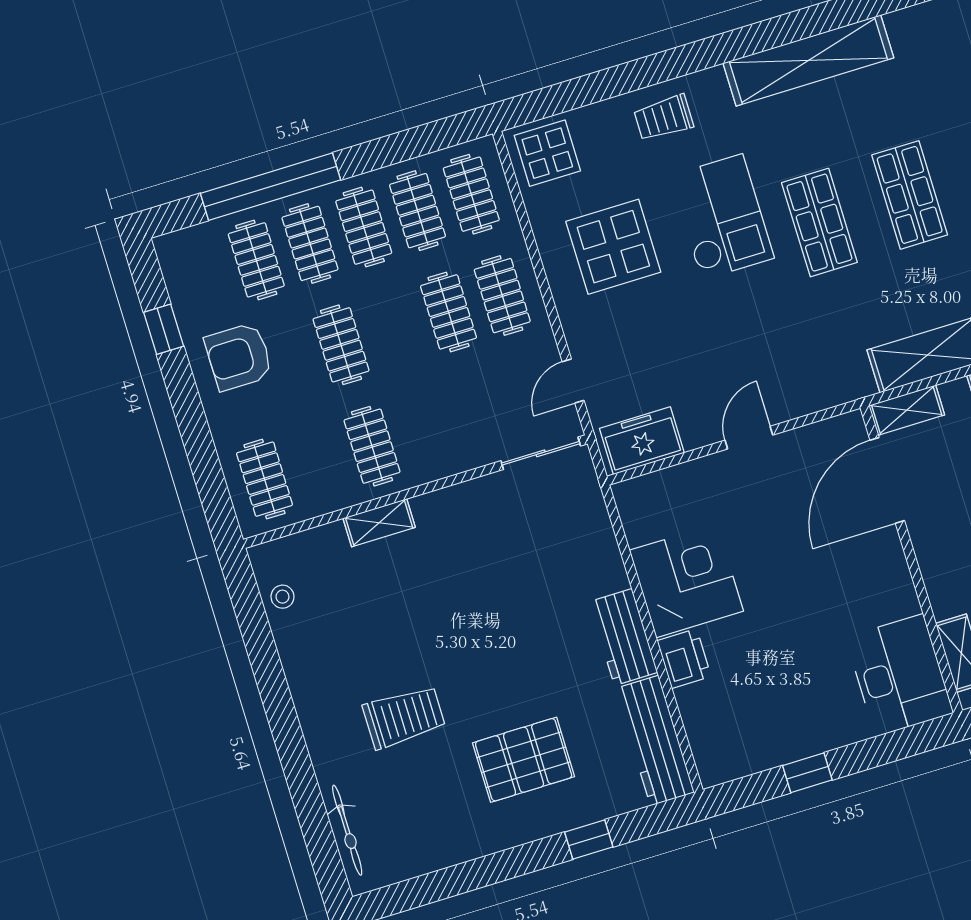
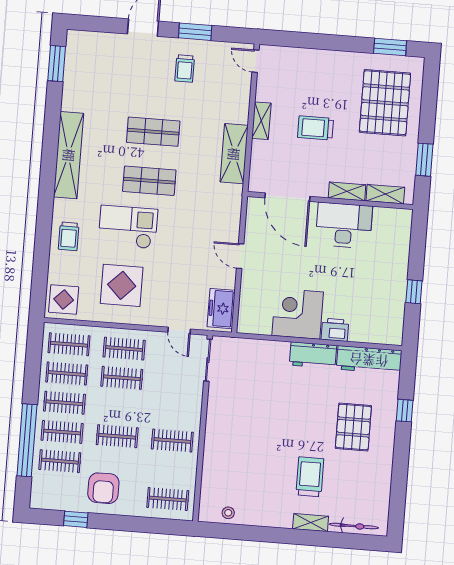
shelving: (907, 410) -> (347, 191), moved, turned 90
shelving: (379, 523) -> (311, 523), moved, turned 90
desk: (899, 675) -> (344, 225), moved

